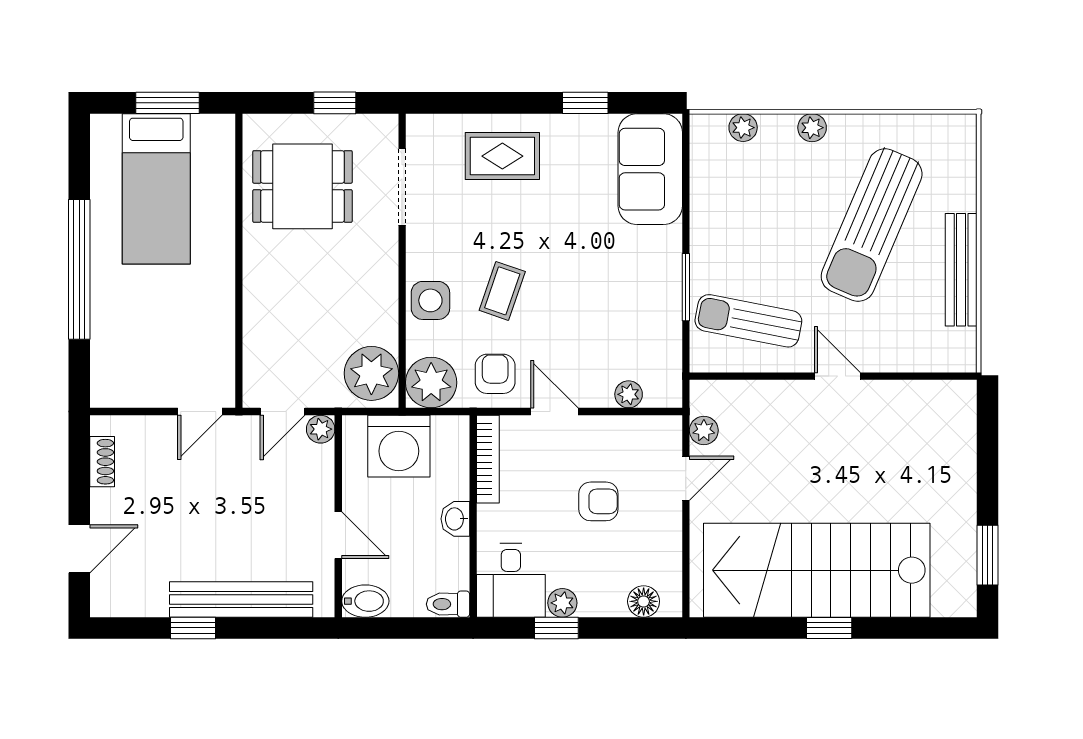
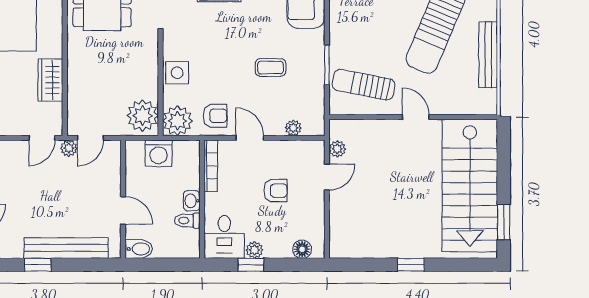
coffee table: (502, 291) -> (271, 67), moved, turned 71
wardrobe: (214, 313) -> (50, 80), added
armchair: (495, 374) -> (215, 116), turned 90
plant: (321, 429) -> (69, 148), moved
washing machine: (399, 446) -> (159, 153), width x0.73, depth x0.73
stairs: (817, 570) -> (470, 185), moved, turned -90
toilet: (448, 604) -> (187, 221), moved

